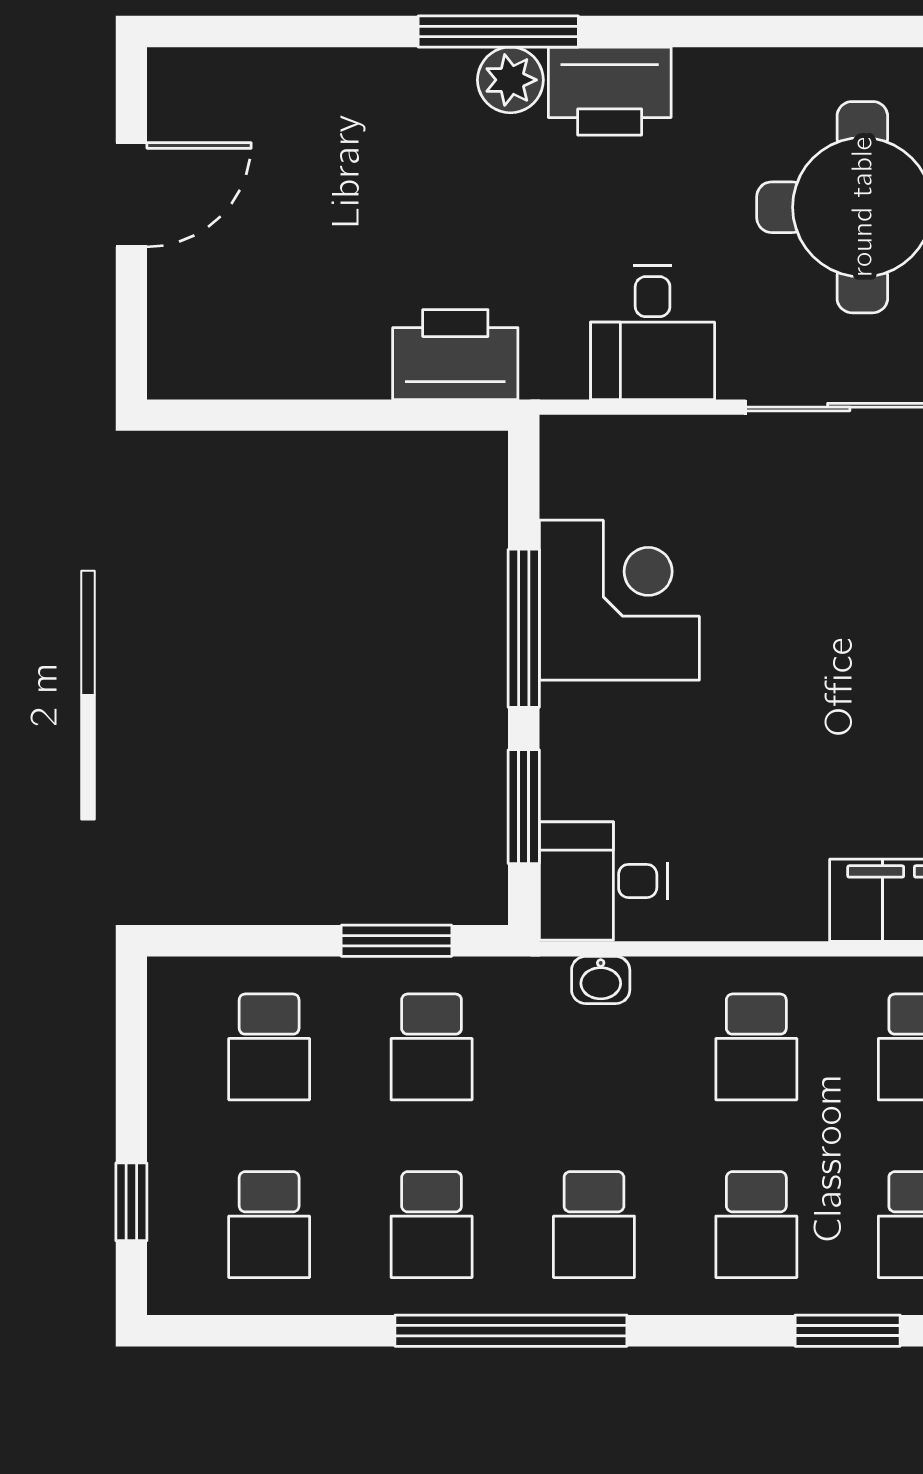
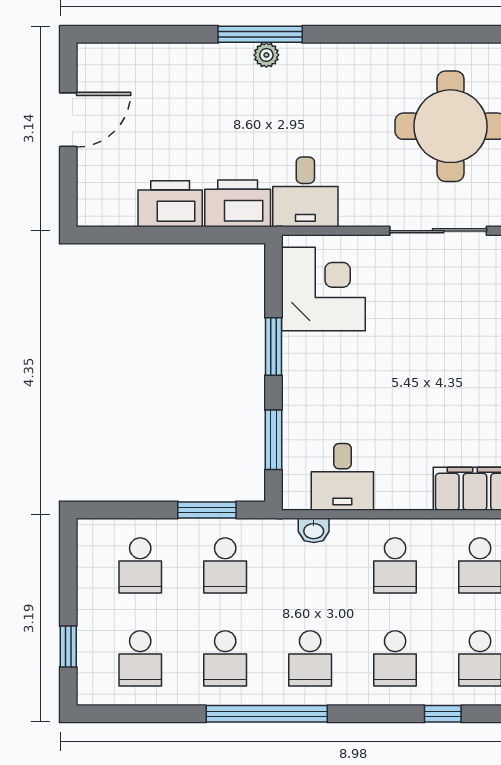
plant: (510, 80) -> (266, 55), width x0.73, depth x0.73
printer: (610, 91) -> (170, 204), moved, turned 180
desk: (653, 333) -> (305, 192), moved
corner desk: (619, 600) -> (323, 289), moved
window: (524, 628) -> (273, 346), width x0.69
desk: (603, 881) -> (342, 477), moved, turned -90
window: (848, 1331) -> (443, 714), width x0.67

